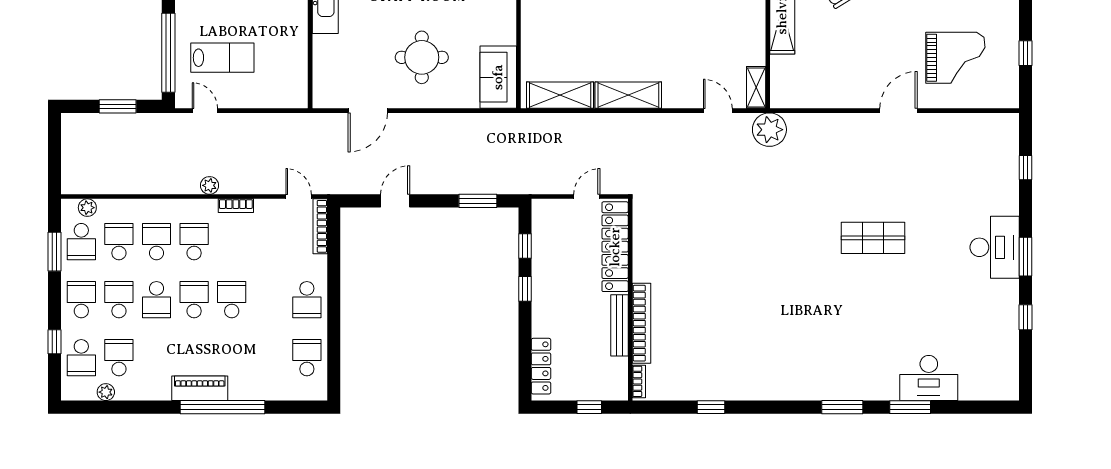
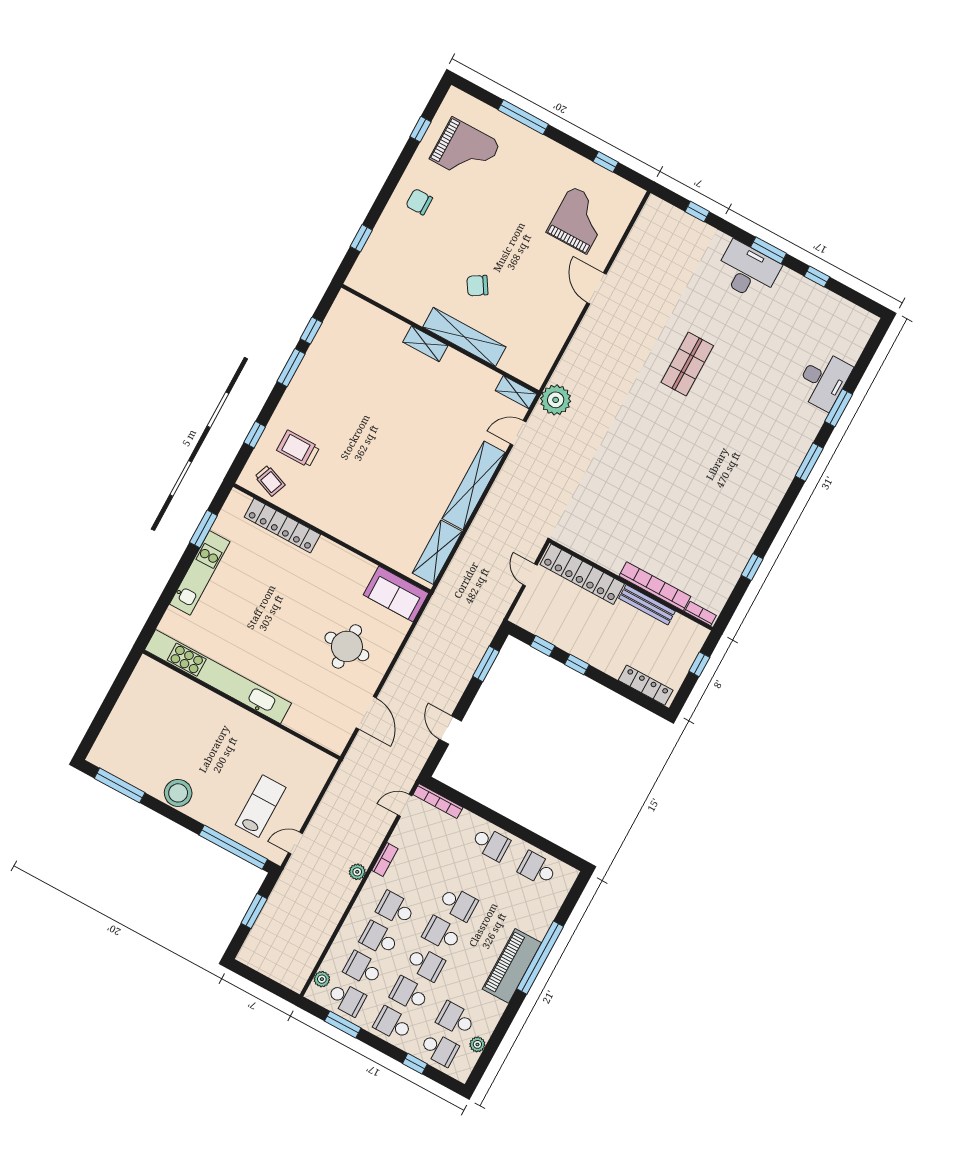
shelving: (628, 95) -> (474, 485), width x1.47
school desk: (232, 300) -> (458, 904), turned 180
piano: (200, 388) -> (512, 966), width x1.37, depth x1.33

